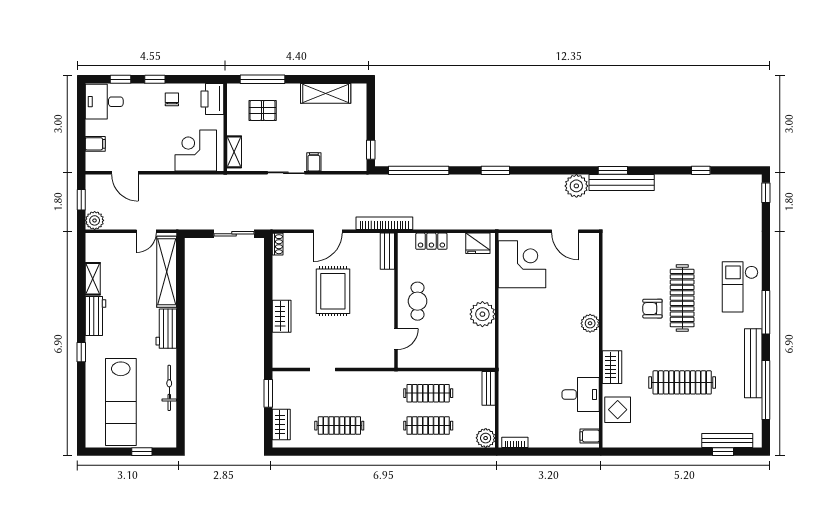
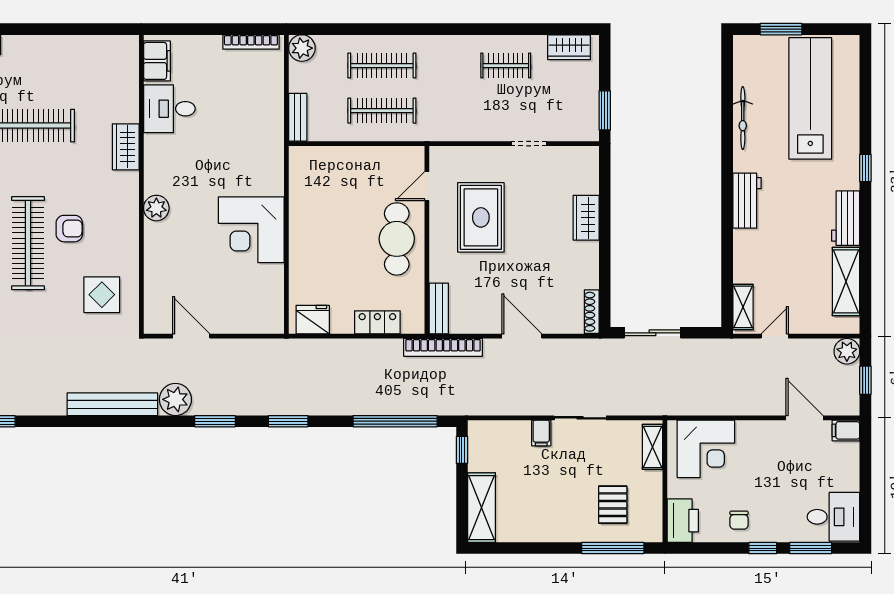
window: (121, 79) -> (811, 548), width x1.50
shelving: (326, 93) -> (482, 508), moved, turned 90
pallet: (263, 110) -> (613, 505), turned 90
filing cabinet: (95, 144) -> (846, 430), moved
window: (613, 170) -> (215, 421), moved
door: (328, 231) -> (522, 336), hinge flipped
shoe rack: (278, 244) -> (592, 312), width x1.43
corner desk: (522, 264) -> (251, 230), moved
shelving: (167, 272) -> (743, 307), width x0.45, depth x0.75
shelving: (93, 279) -> (846, 281), width x1.50, depth x1.33
rug: (333, 291) -> (481, 217), moved
cafe table: (418, 301) -> (397, 239), width x1.37, depth x1.35
plant: (482, 314) -> (306, 221), removed
display table: (618, 410) -> (102, 295), moved
wardrobe: (281, 425) -> (569, 47), moved, turned -90
clothes rail: (339, 426) -> (506, 66), width x0.73
filing cabinet: (590, 436) -> (157, 61), width x2.00
bookcase: (515, 442) -> (251, 42), width x1.56
window: (142, 452) -> (781, 29), width x1.50

